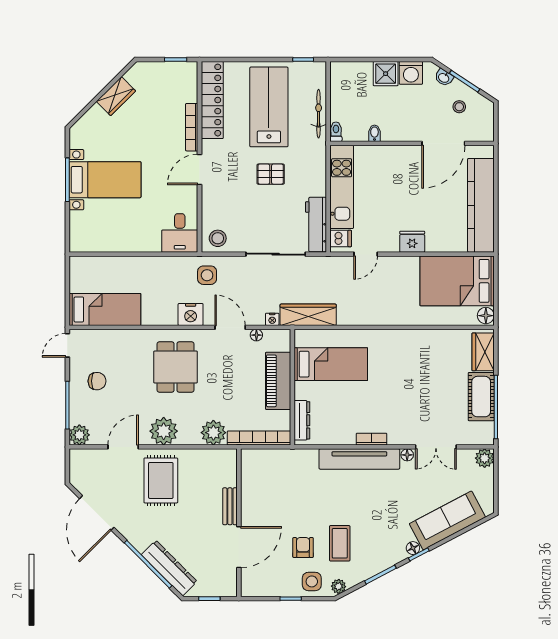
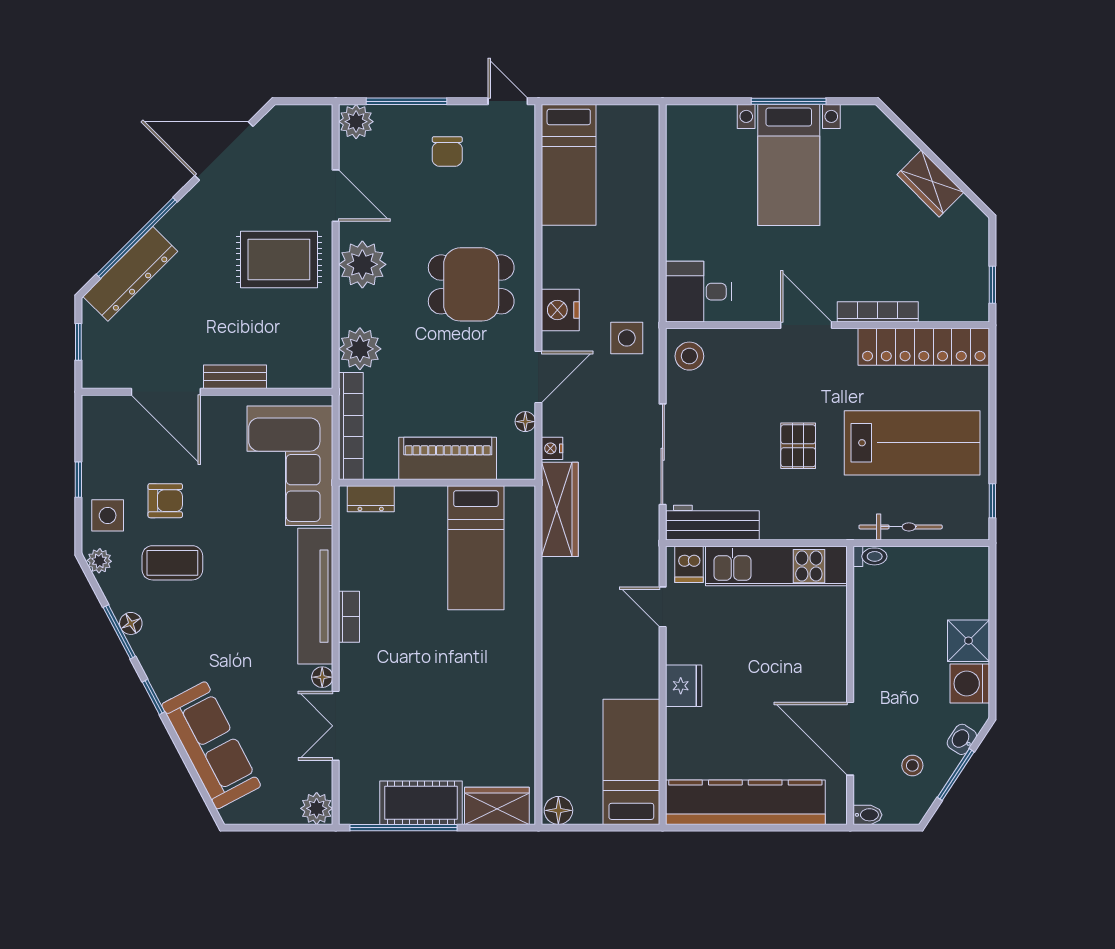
bidet: (374, 133) -> (867, 815), moved
bed: (457, 281) -> (631, 762), width x0.67
dresser: (302, 420) -> (371, 499), width x0.70
corner sofa: (282, 474) -> (290, 466), added
floor lamp: (413, 548) -> (131, 623), moved

